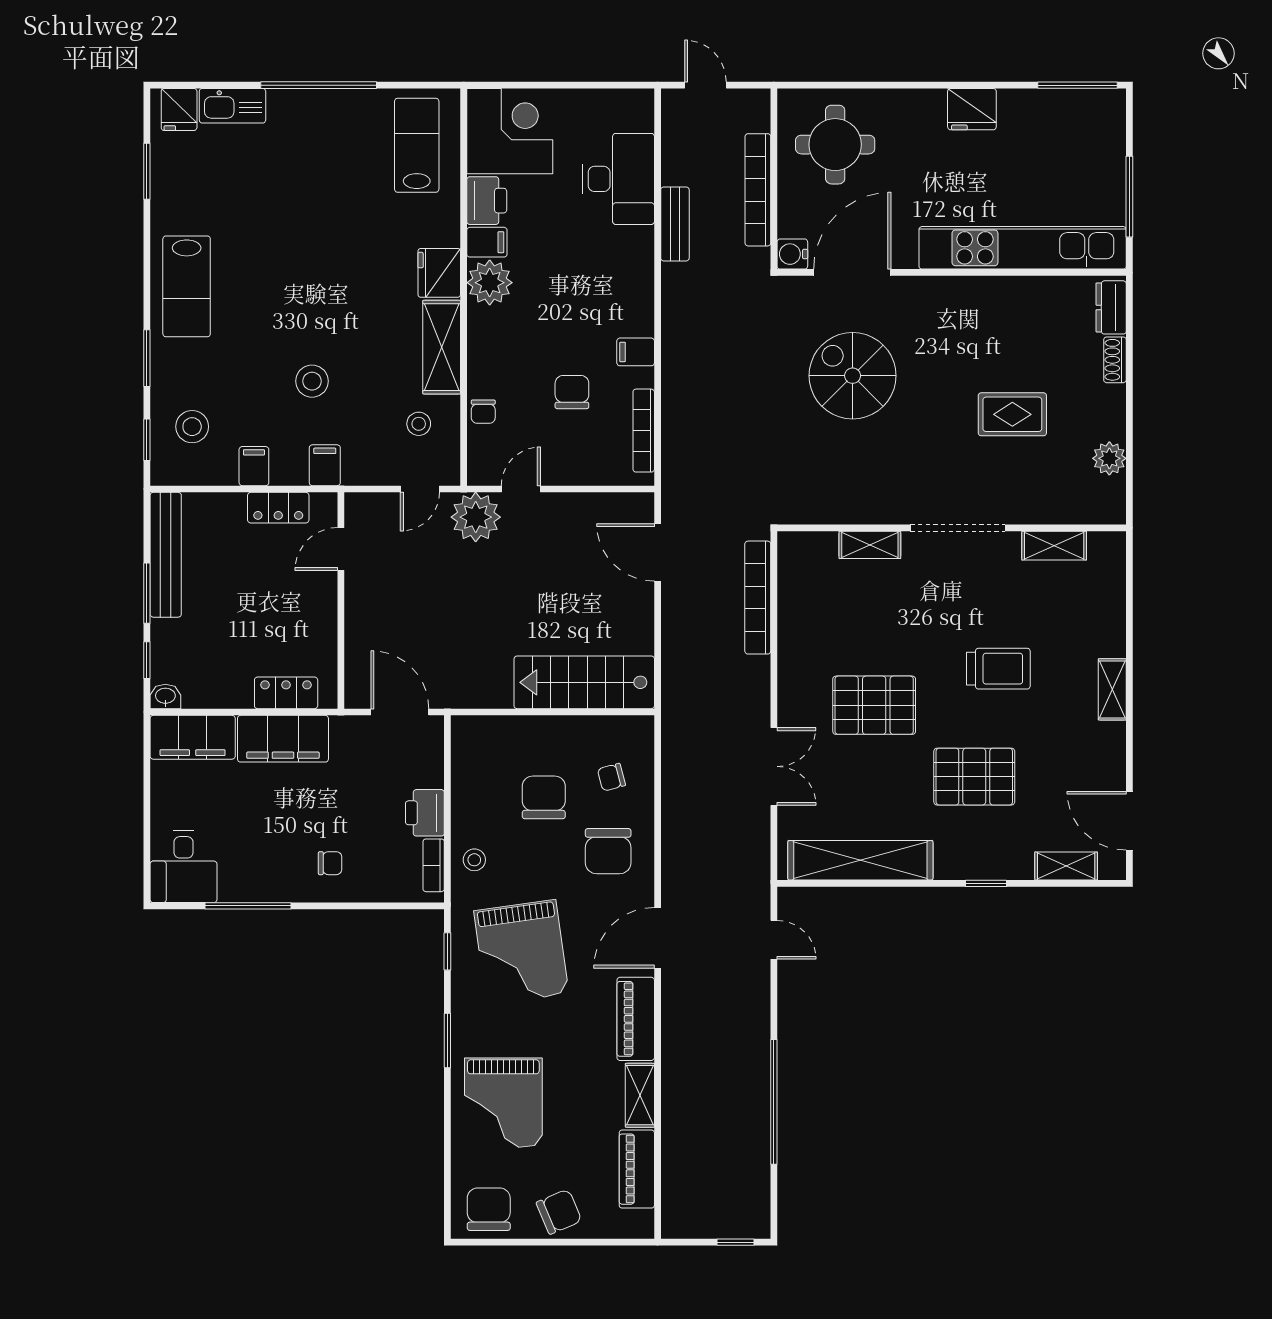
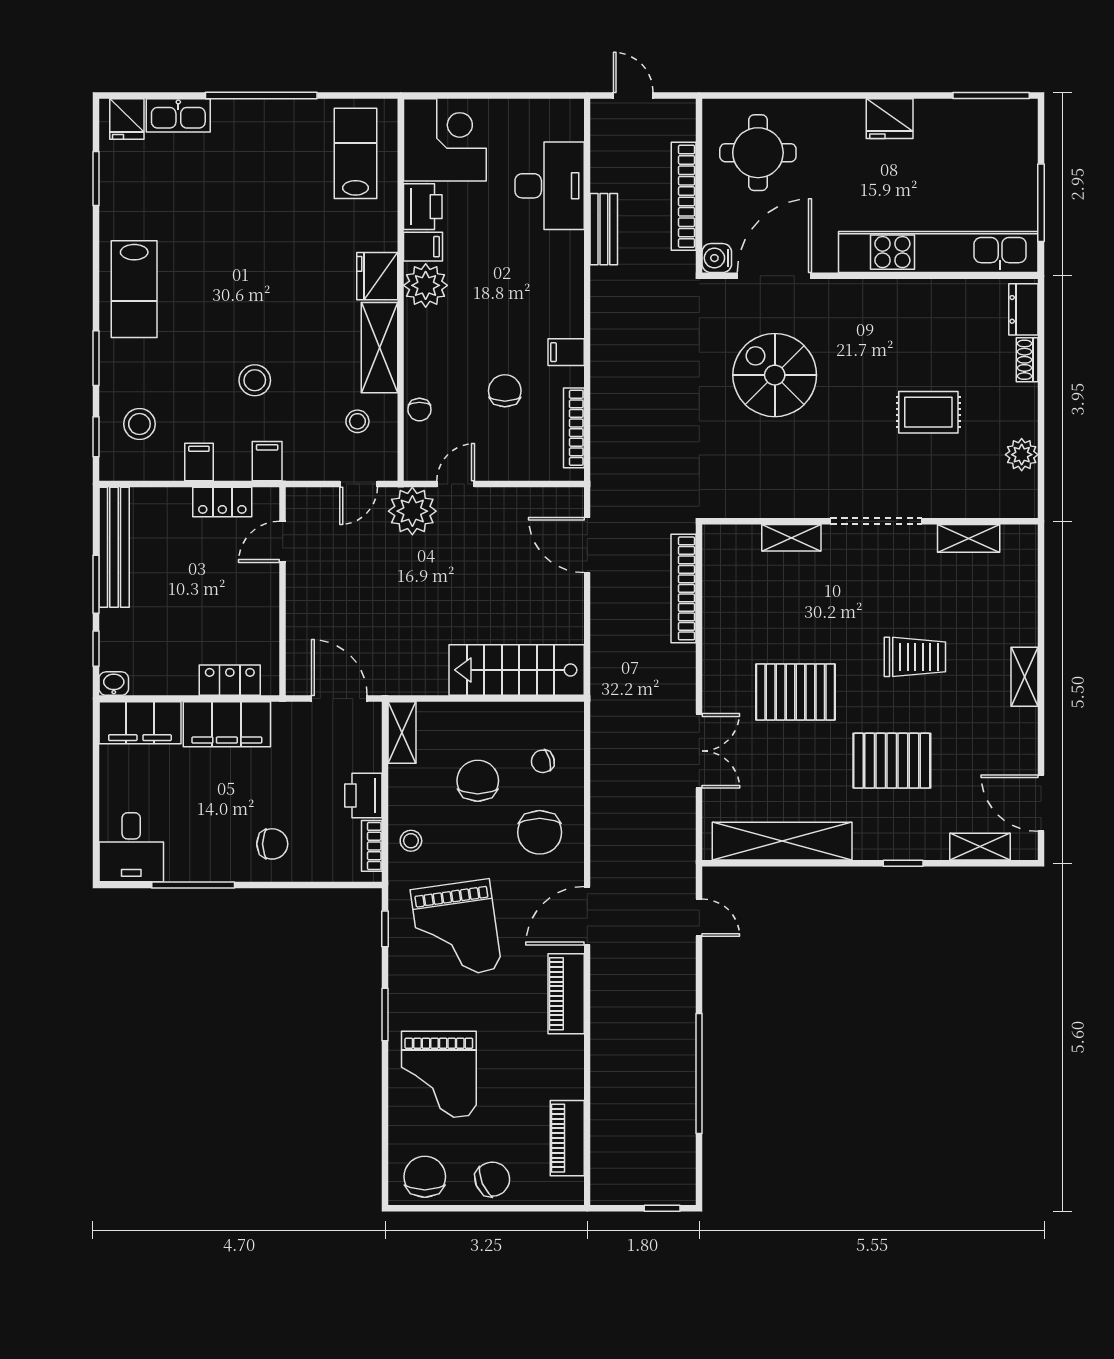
chair: (330, 863) -> (272, 844), width x1.37, depth x1.37
shelving: (640, 1095) -> (402, 732), moved

